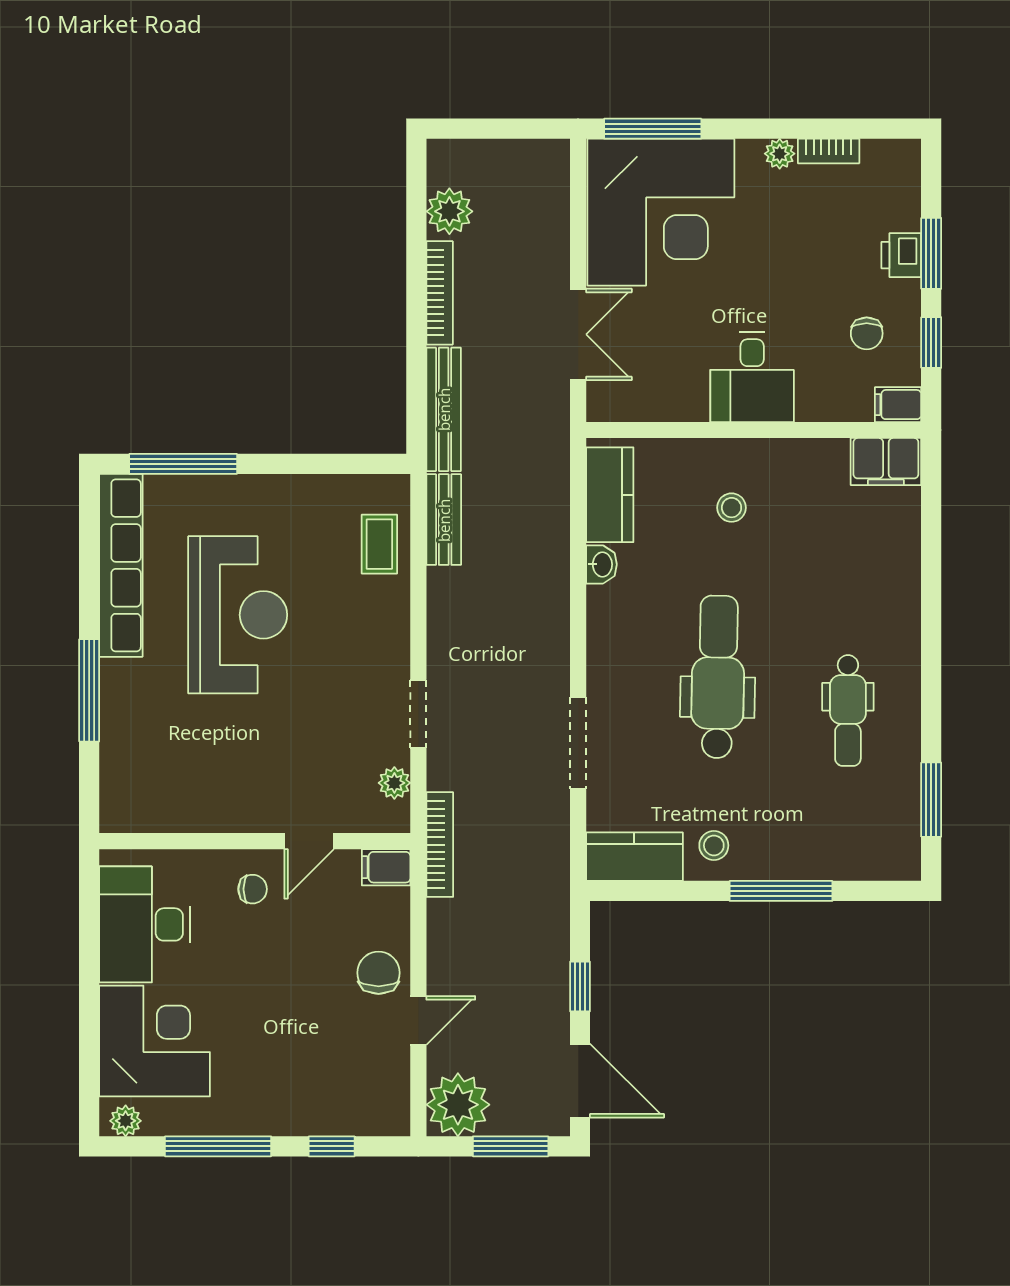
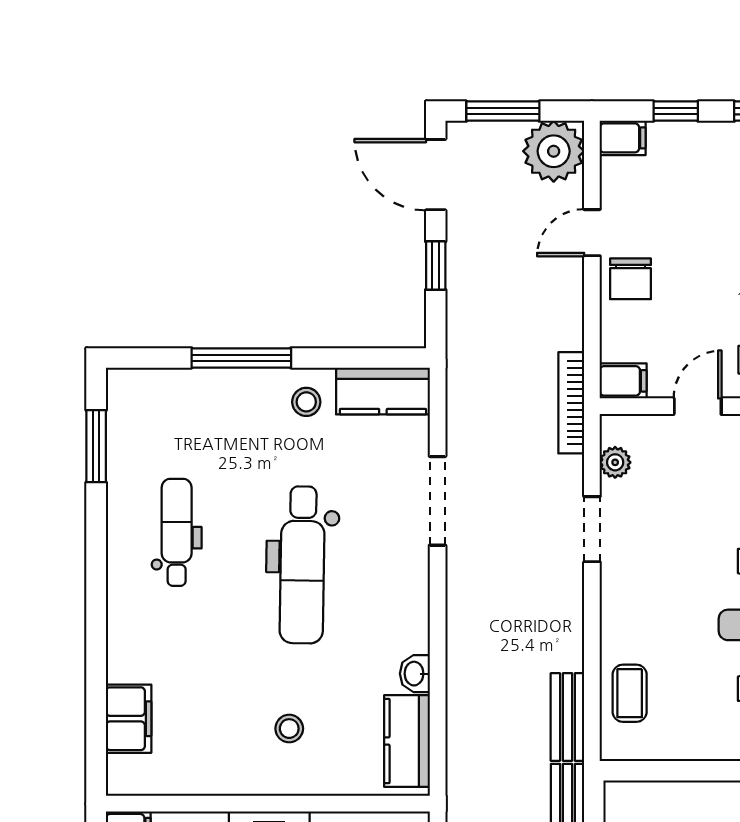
filing cabinet: (886, 462) -> (129, 719), moved, turned 90
filing cabinet: (387, 1119) -> (623, 138), added

